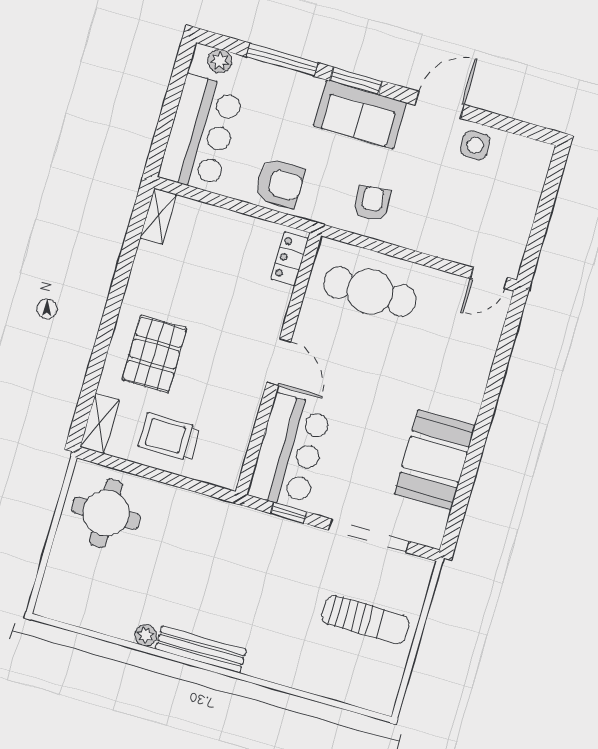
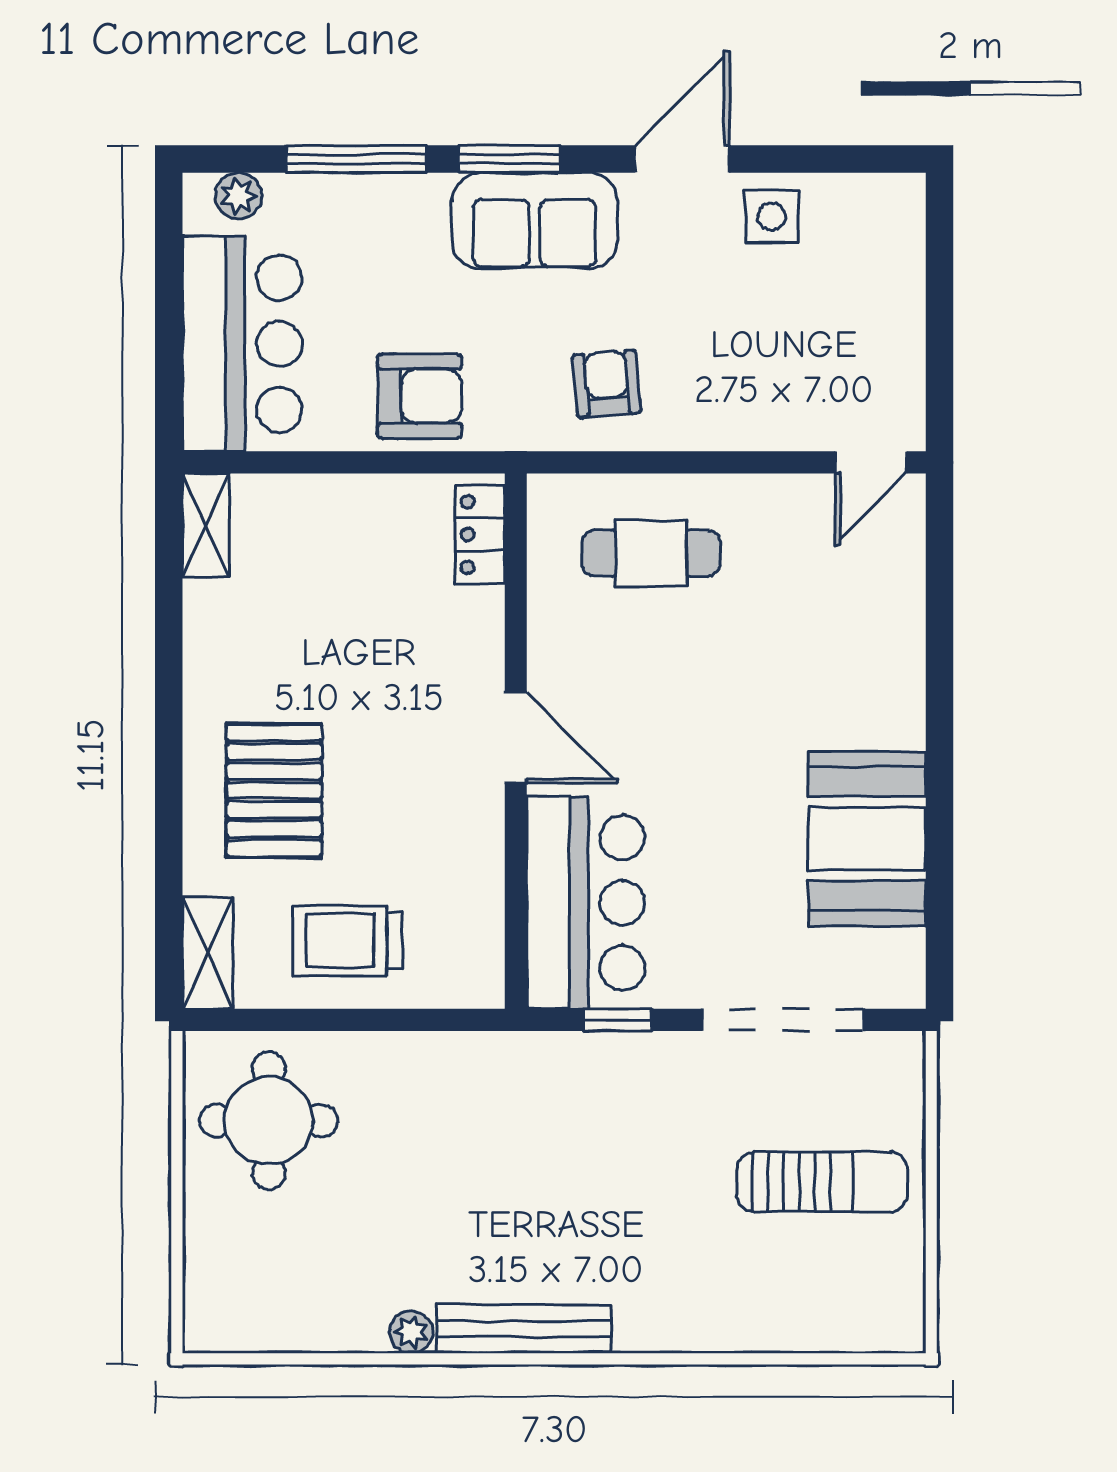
cafe table: (370, 291) -> (651, 553), width x0.73, depth x0.74

